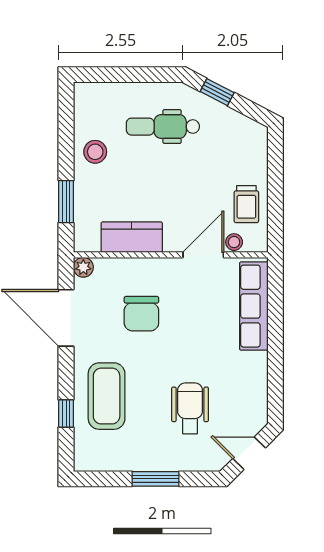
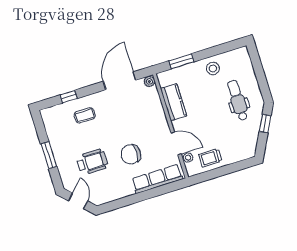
chair: (141, 314) -> (131, 154), moved
coffee table: (107, 396) -> (85, 115), width x0.54, depth x0.58

